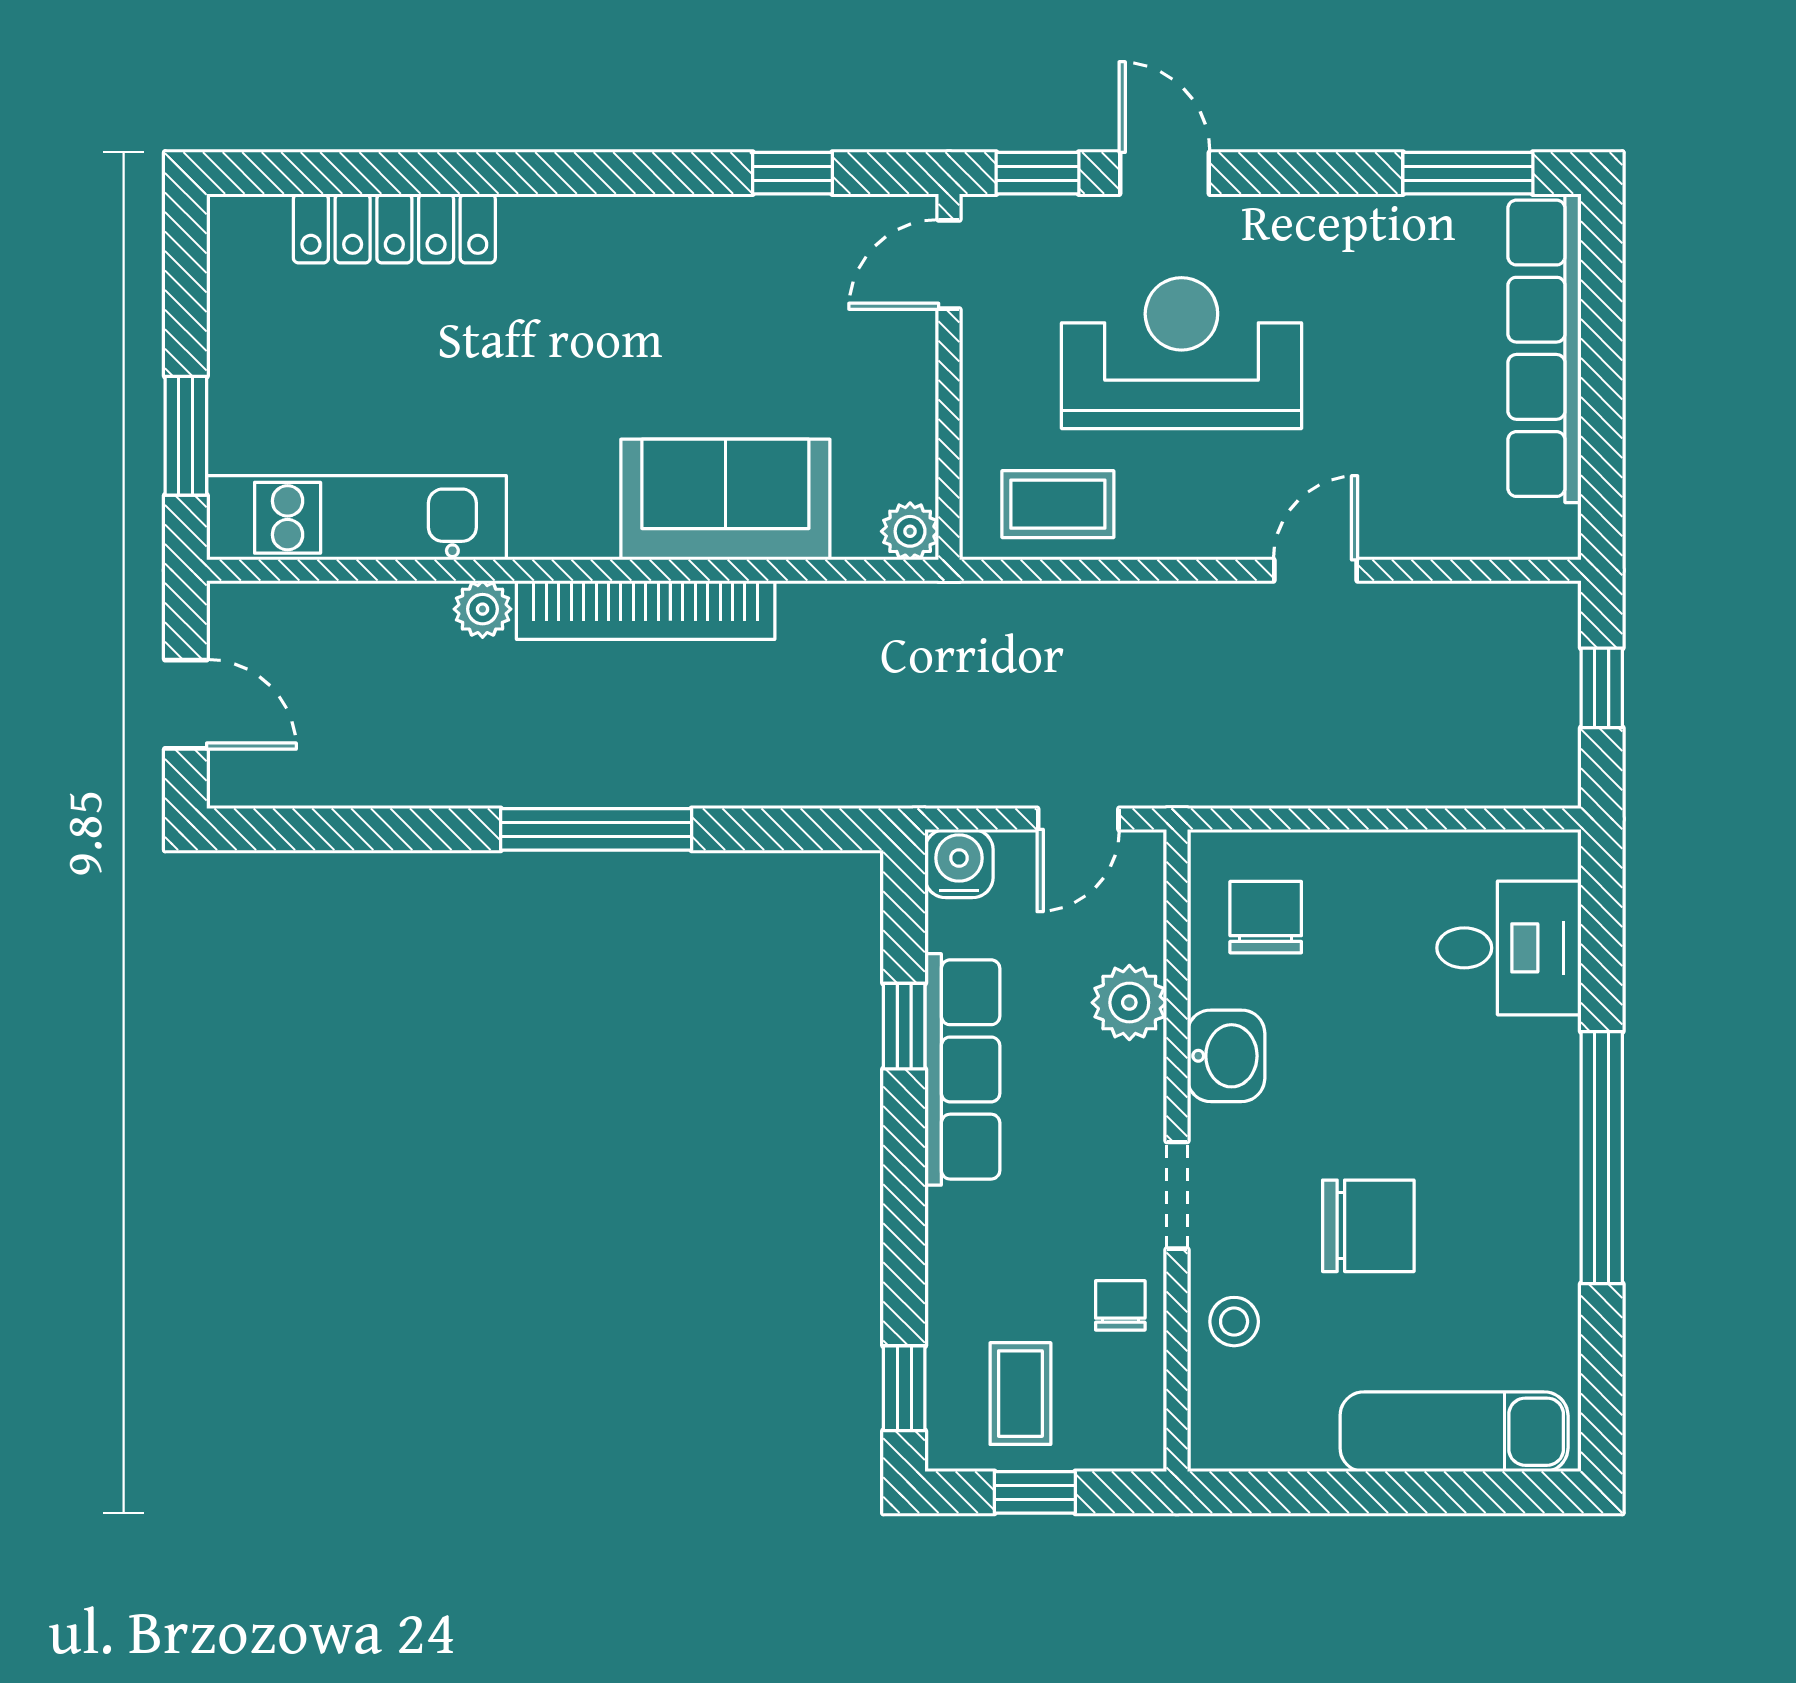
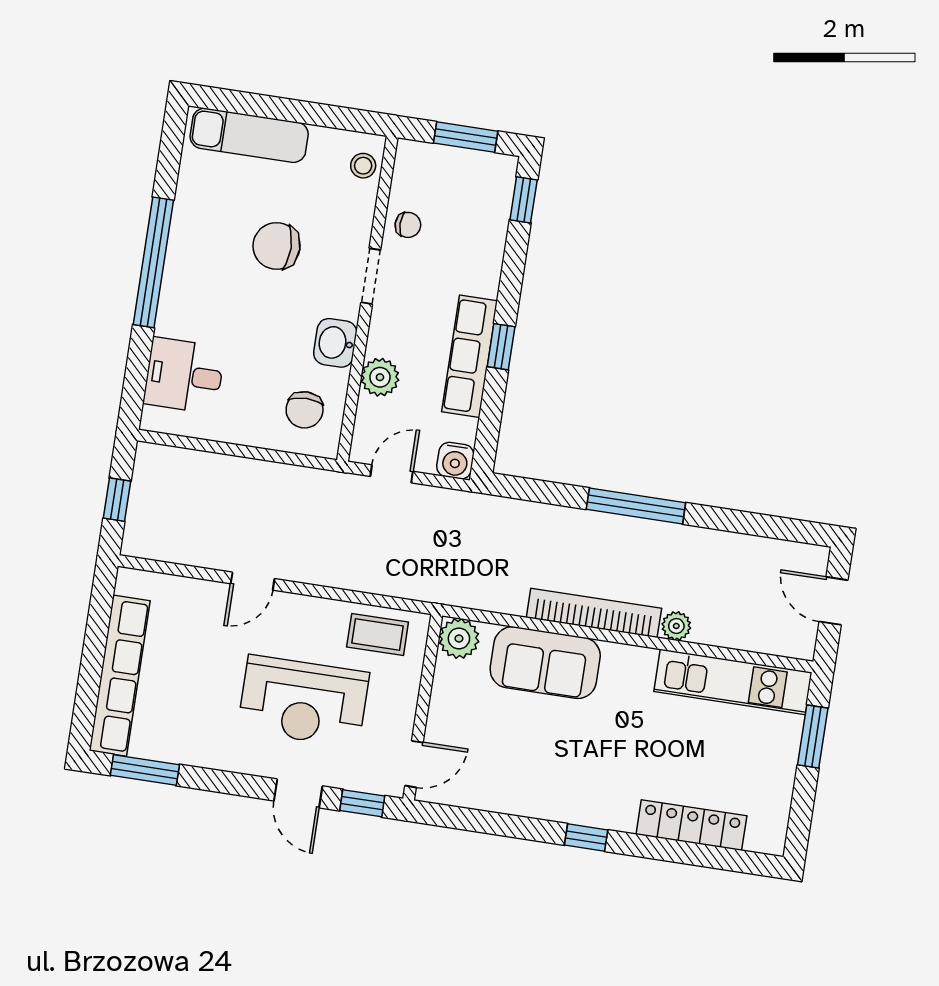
window: (793, 173) -> (586, 838), moved
plant: (910, 531) -> (459, 638), width x1.38, depth x1.38
window: (904, 1026) -> (501, 347), moved
chair: (1120, 1305) -> (408, 225), turned -90
stool: (1234, 1322) -> (363, 166), moved
coffee table: (1020, 1394) -> (465, 188), removed
window: (1035, 1492) -> (466, 137), width x1.50

